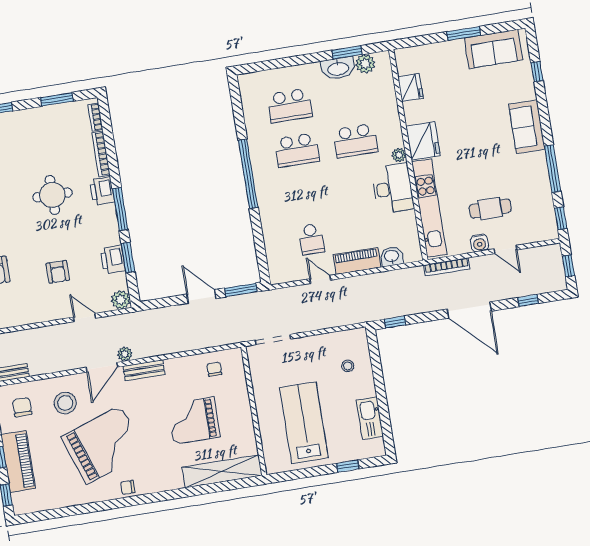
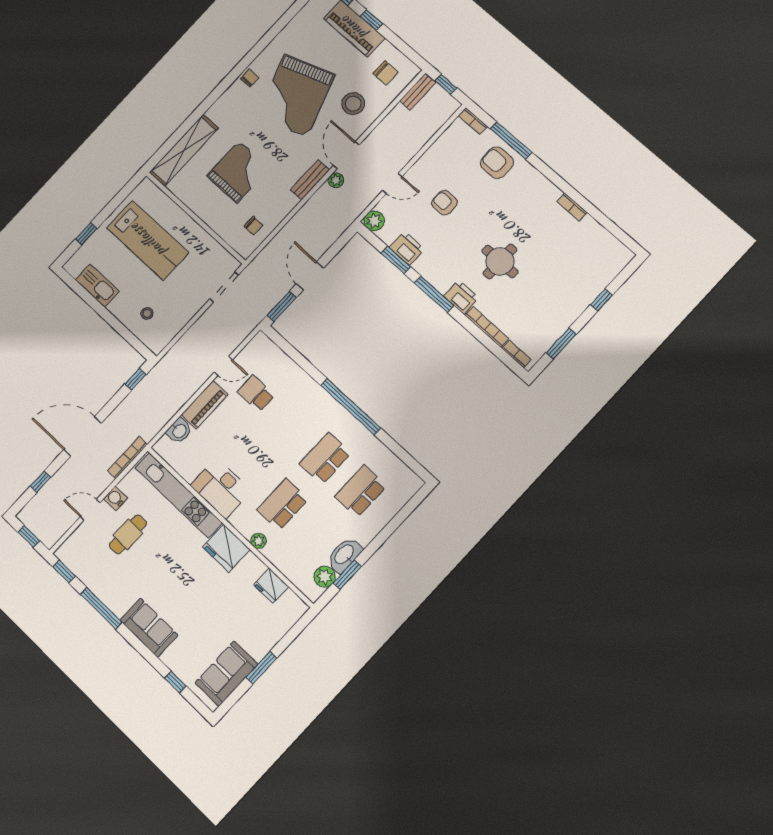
plant: (399, 155) -> (259, 541), moved
door: (201, 296) -> (310, 276), swing flipped

